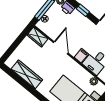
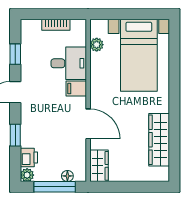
door: (61, 48) -> (88, 124), swing flipped

